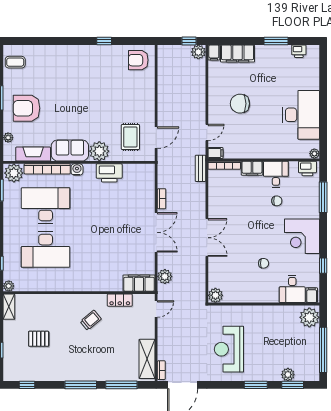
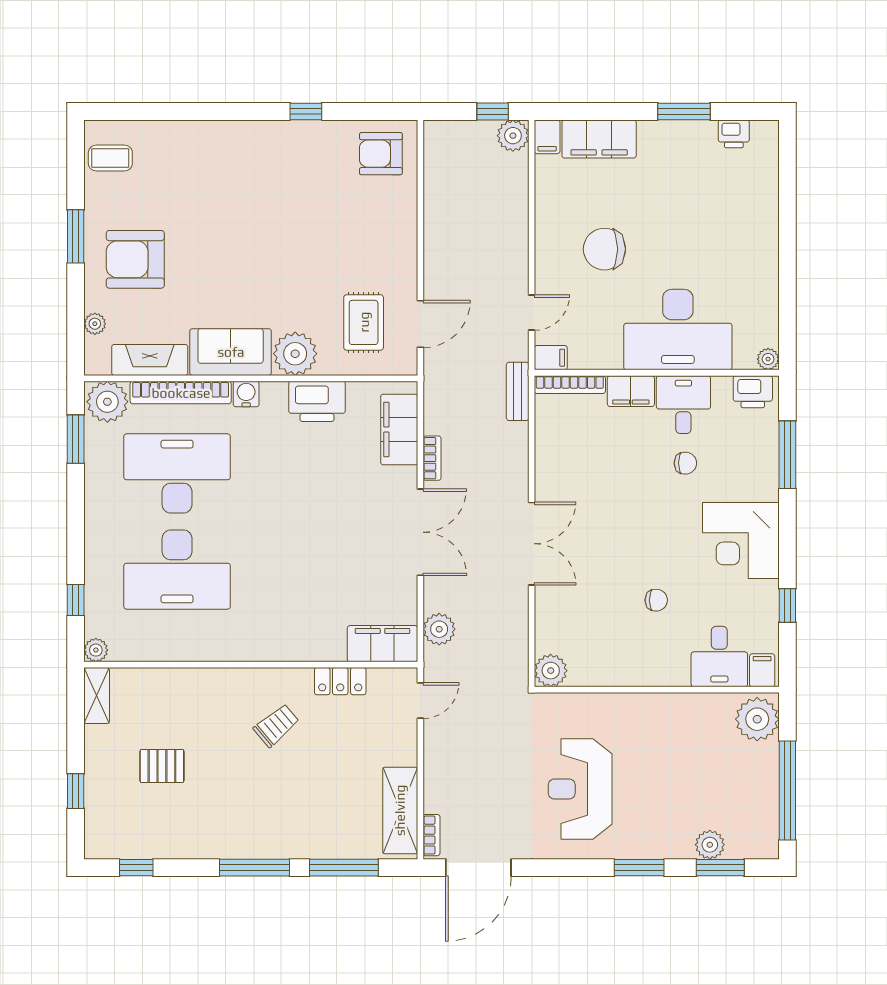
desk: (301, 115) -> (678, 330), moved, turned 90
filing cabinet: (147, 186) -> (399, 429), added

